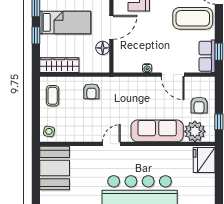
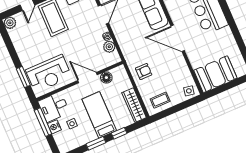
plant: (135, 66) -> (109, 47), added
door: (111, 144) -> (178, 38), width x1.88

